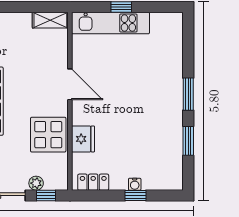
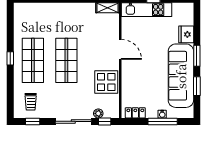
sofa: (164, 125) -> (181, 76), added
fridge: (83, 139) -> (186, 34), moved, turned 180
window: (135, 195) -> (163, 121), width x2.17

